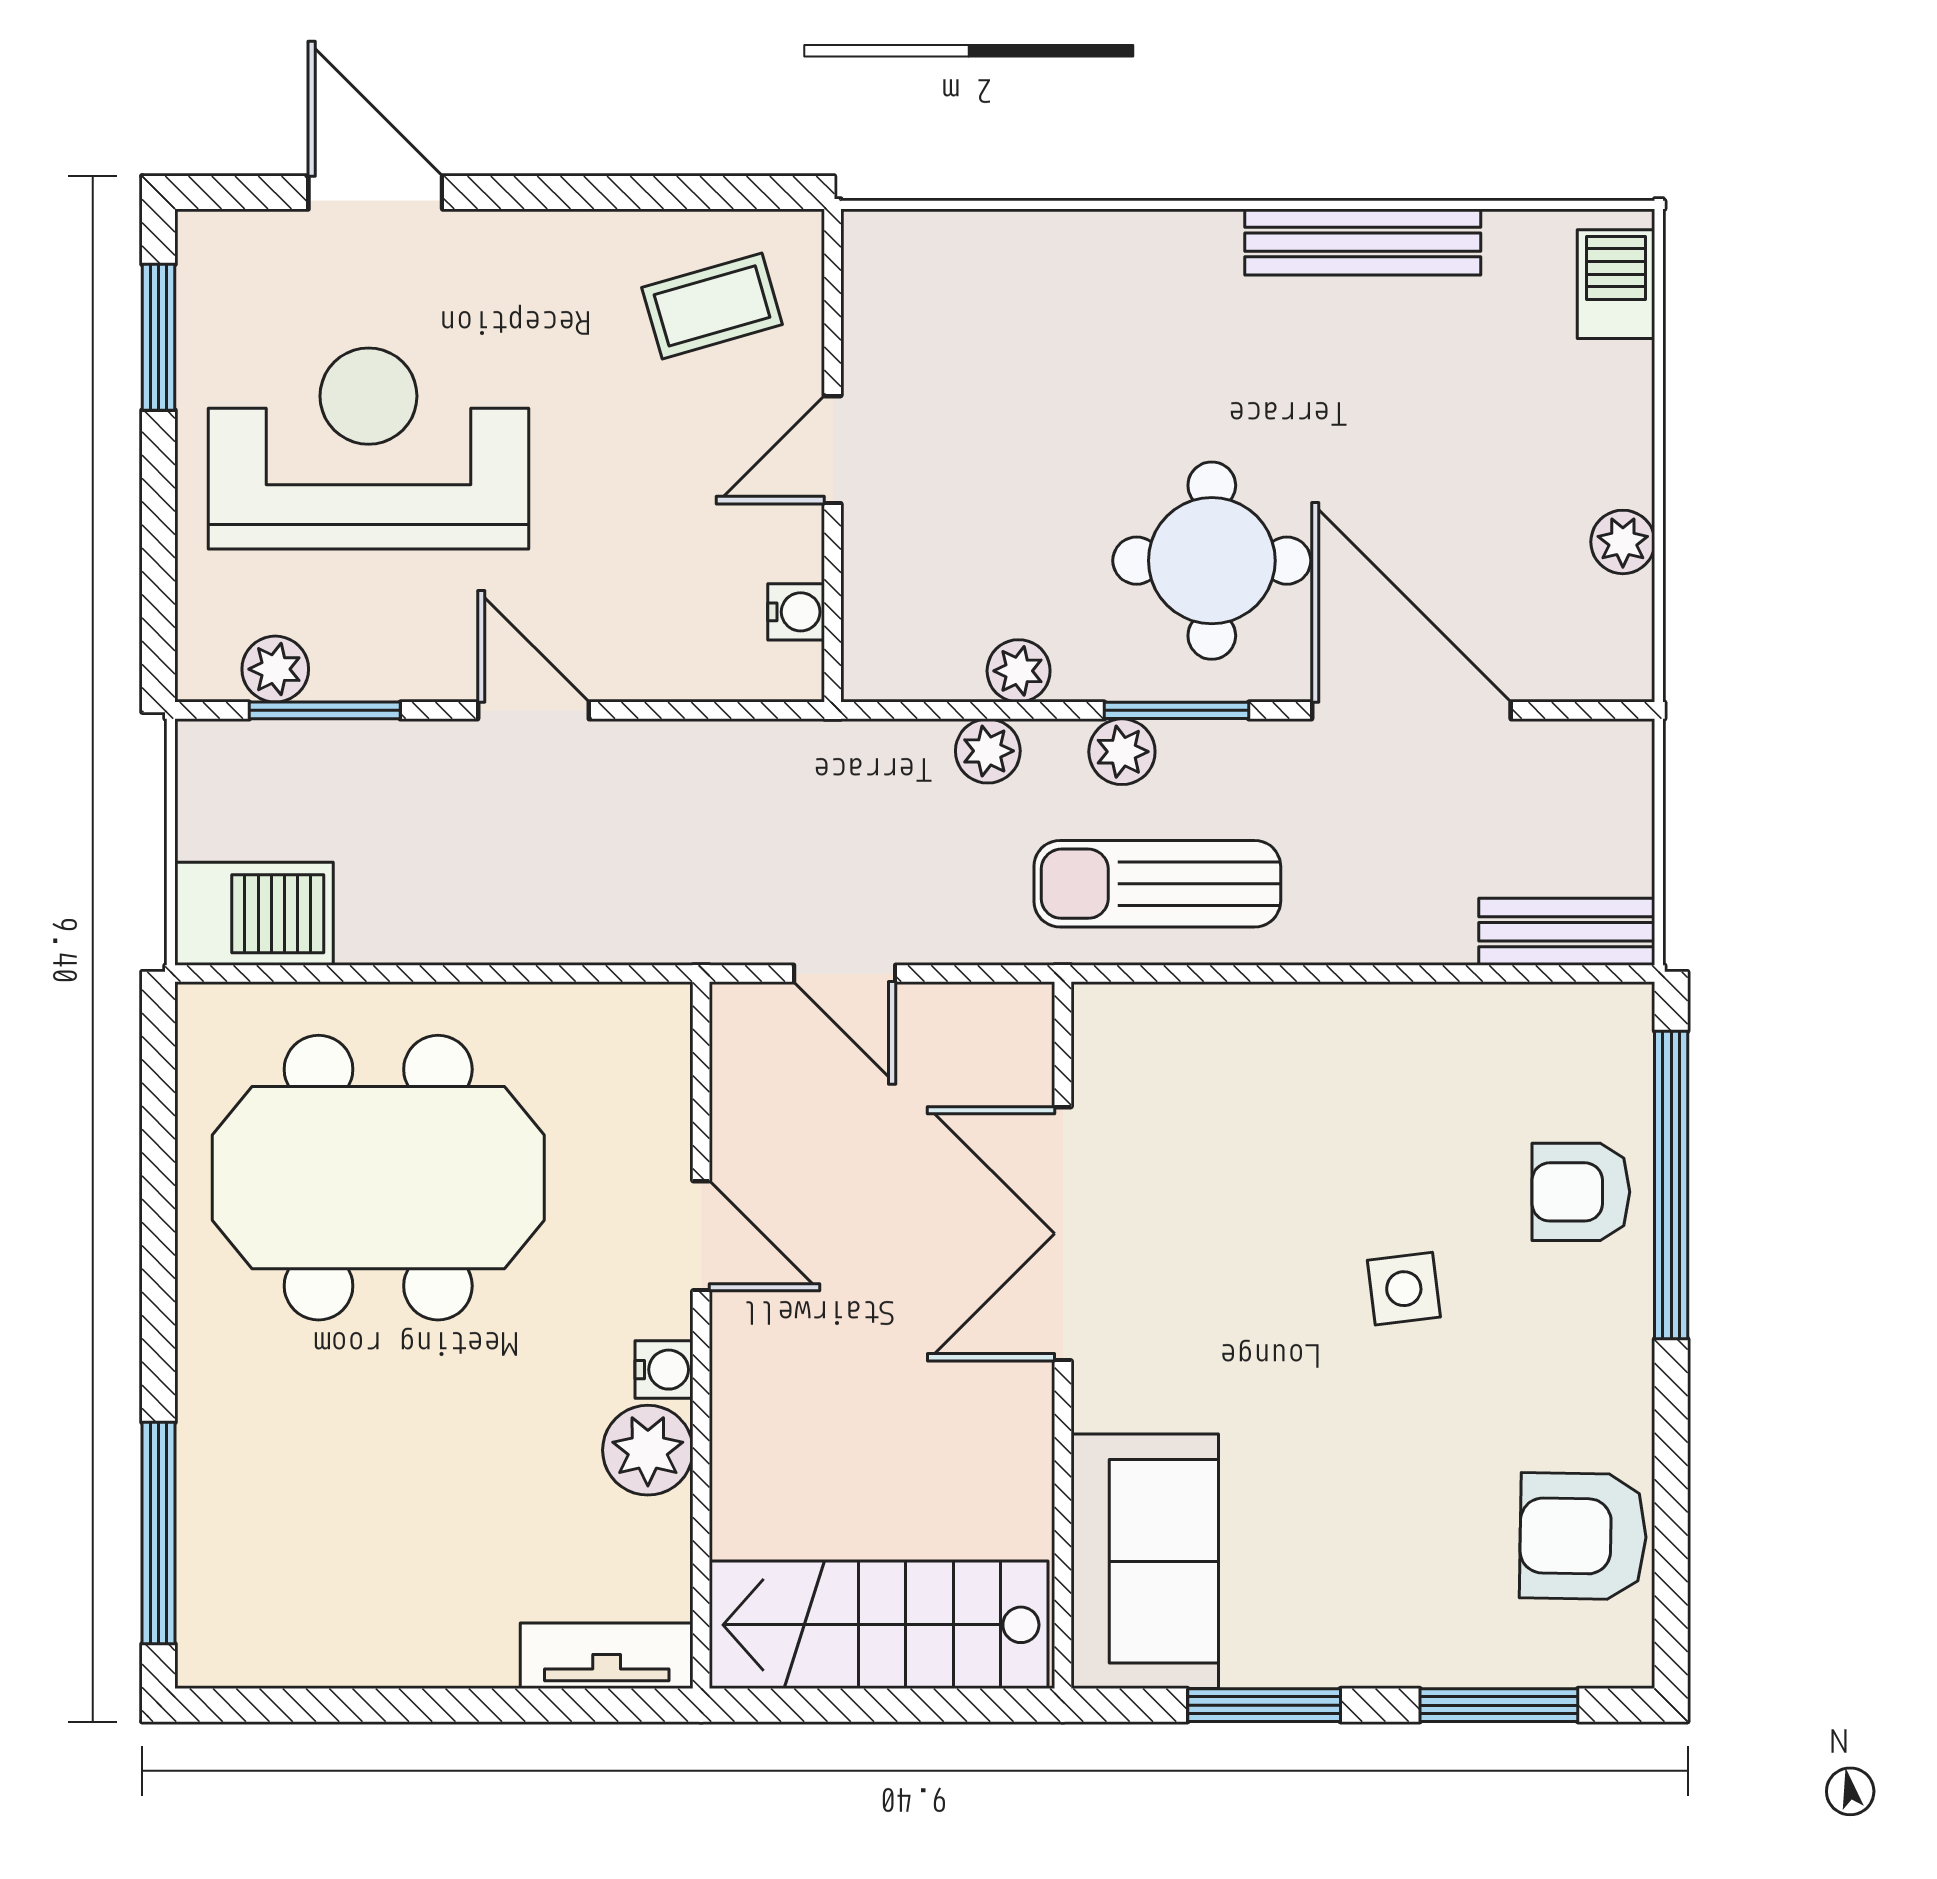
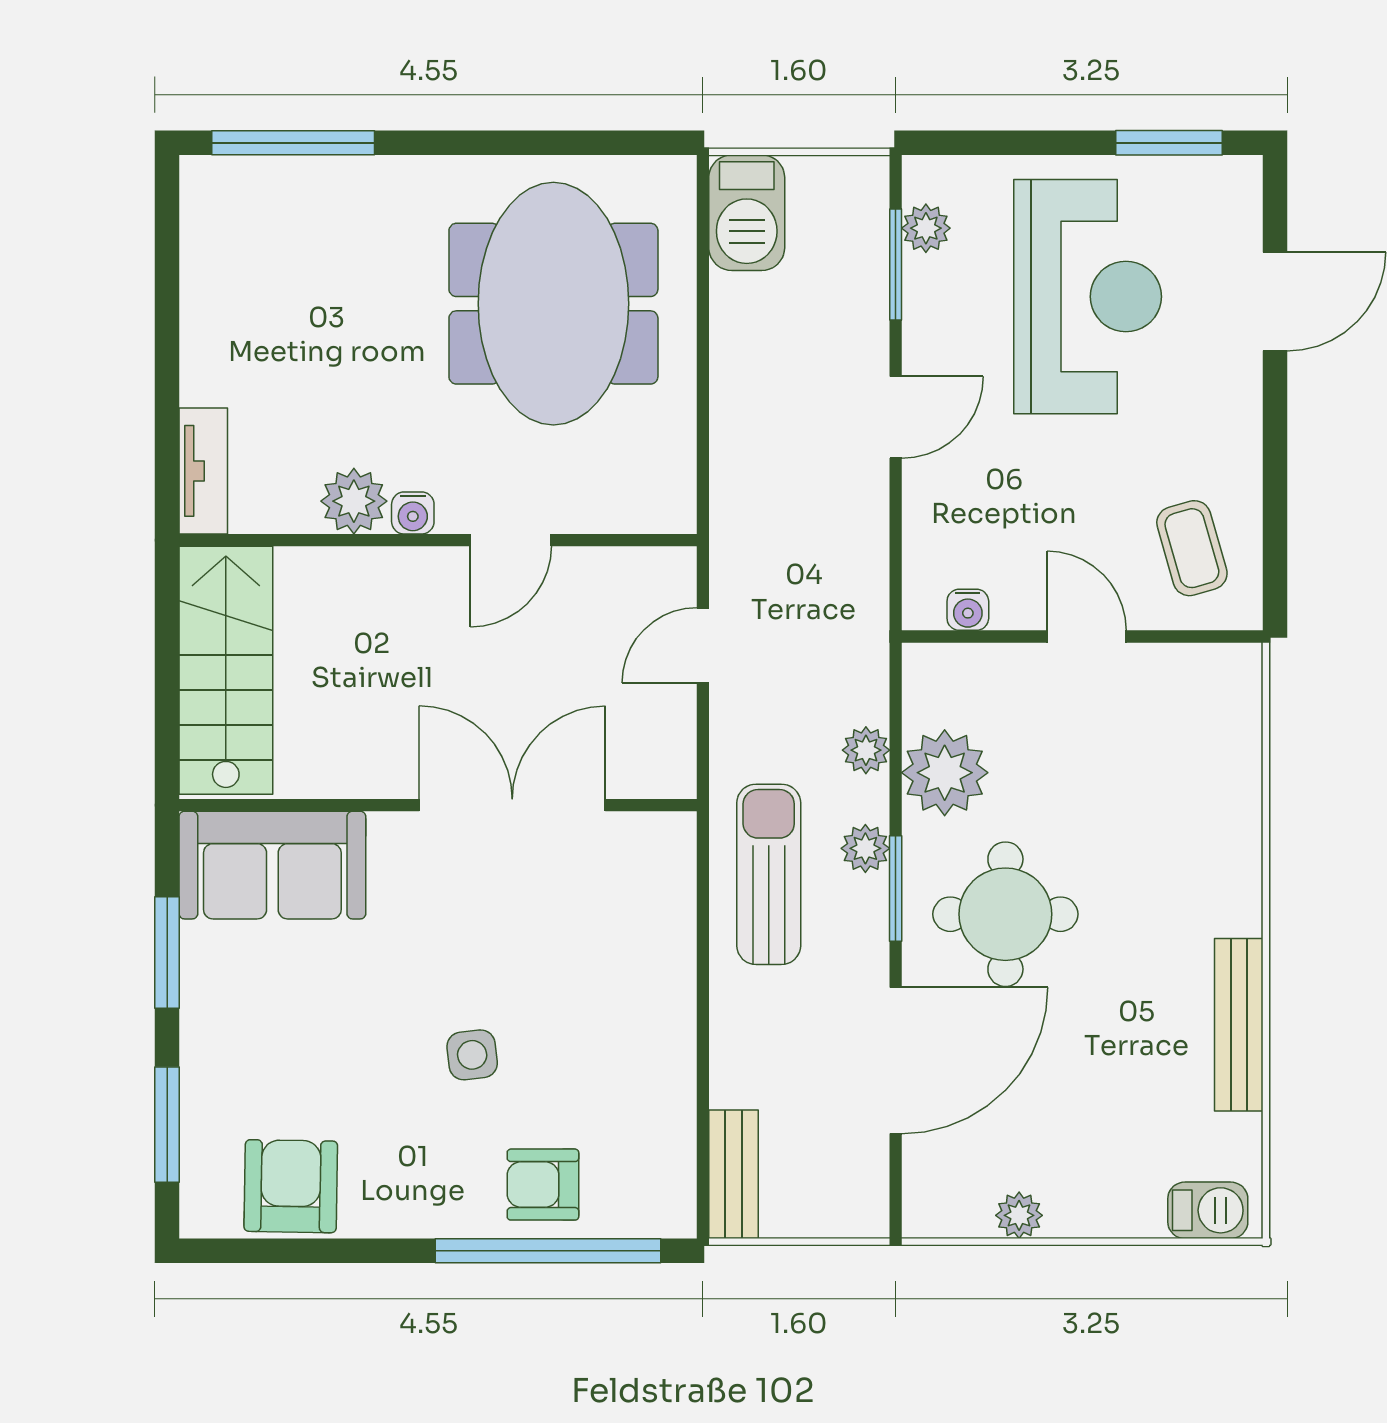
plant: (1019, 671) -> (945, 773), width x1.87, depth x1.87
armchair: (1581, 1192) -> (543, 1185), turned -90

